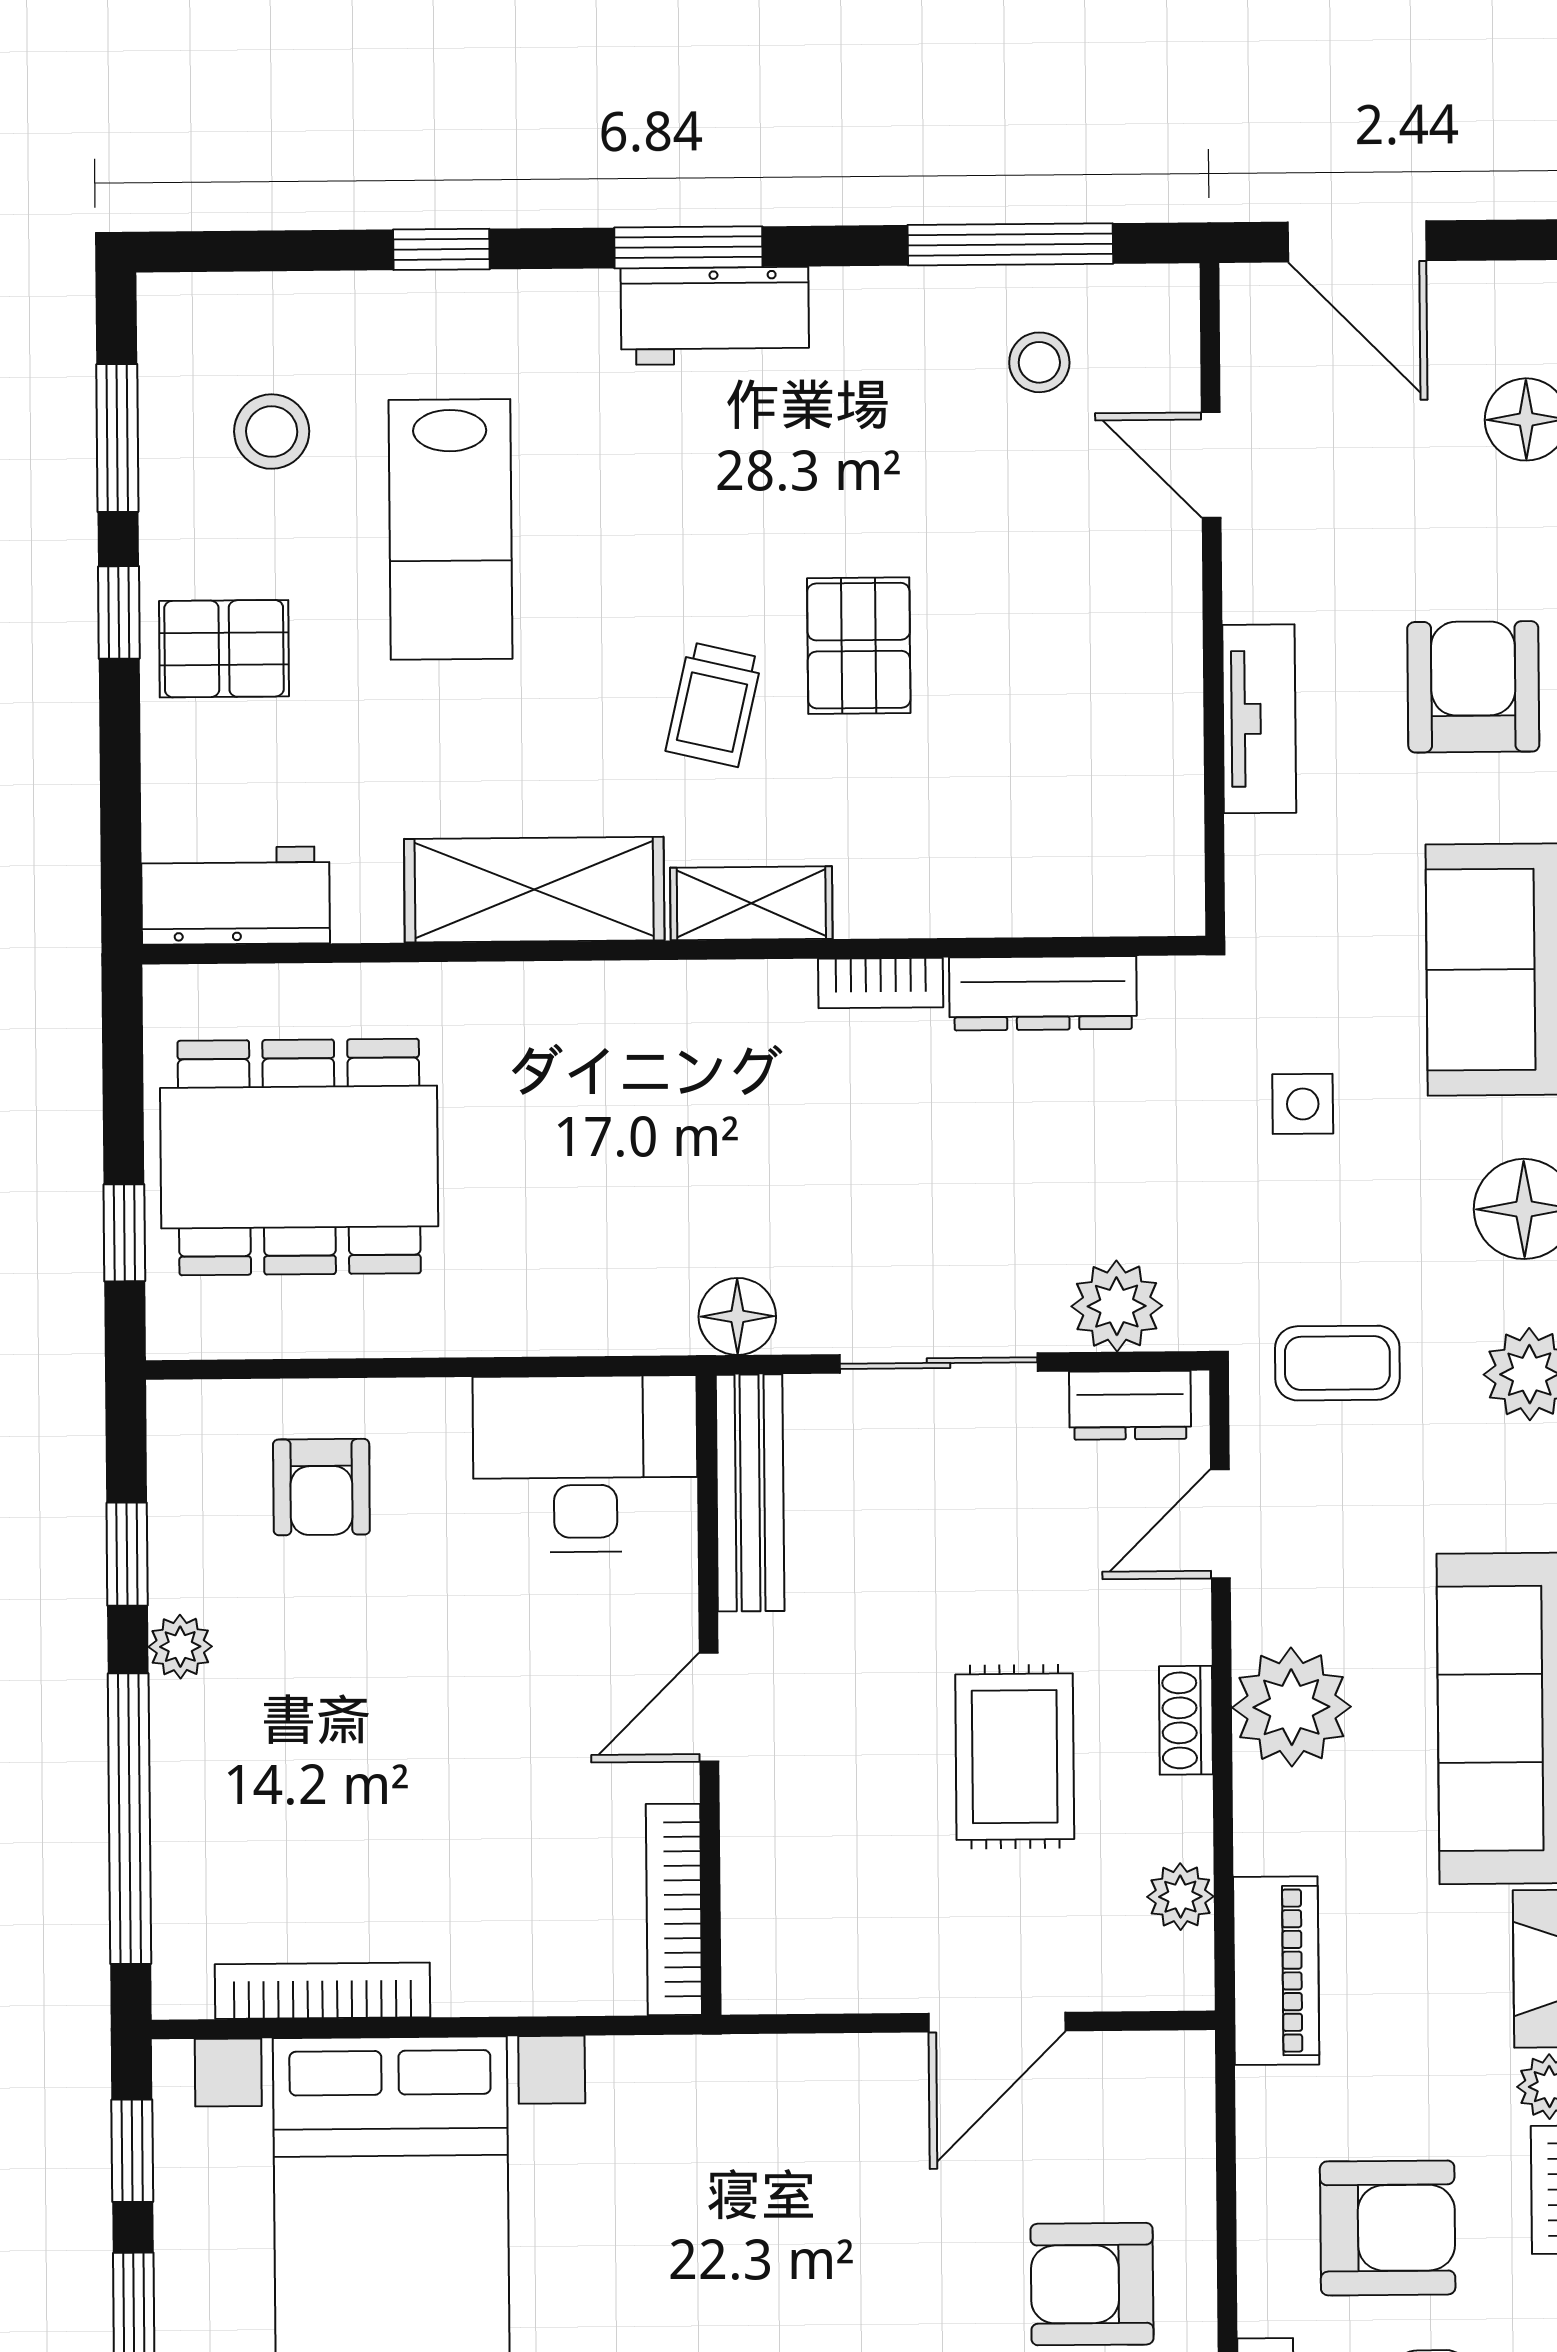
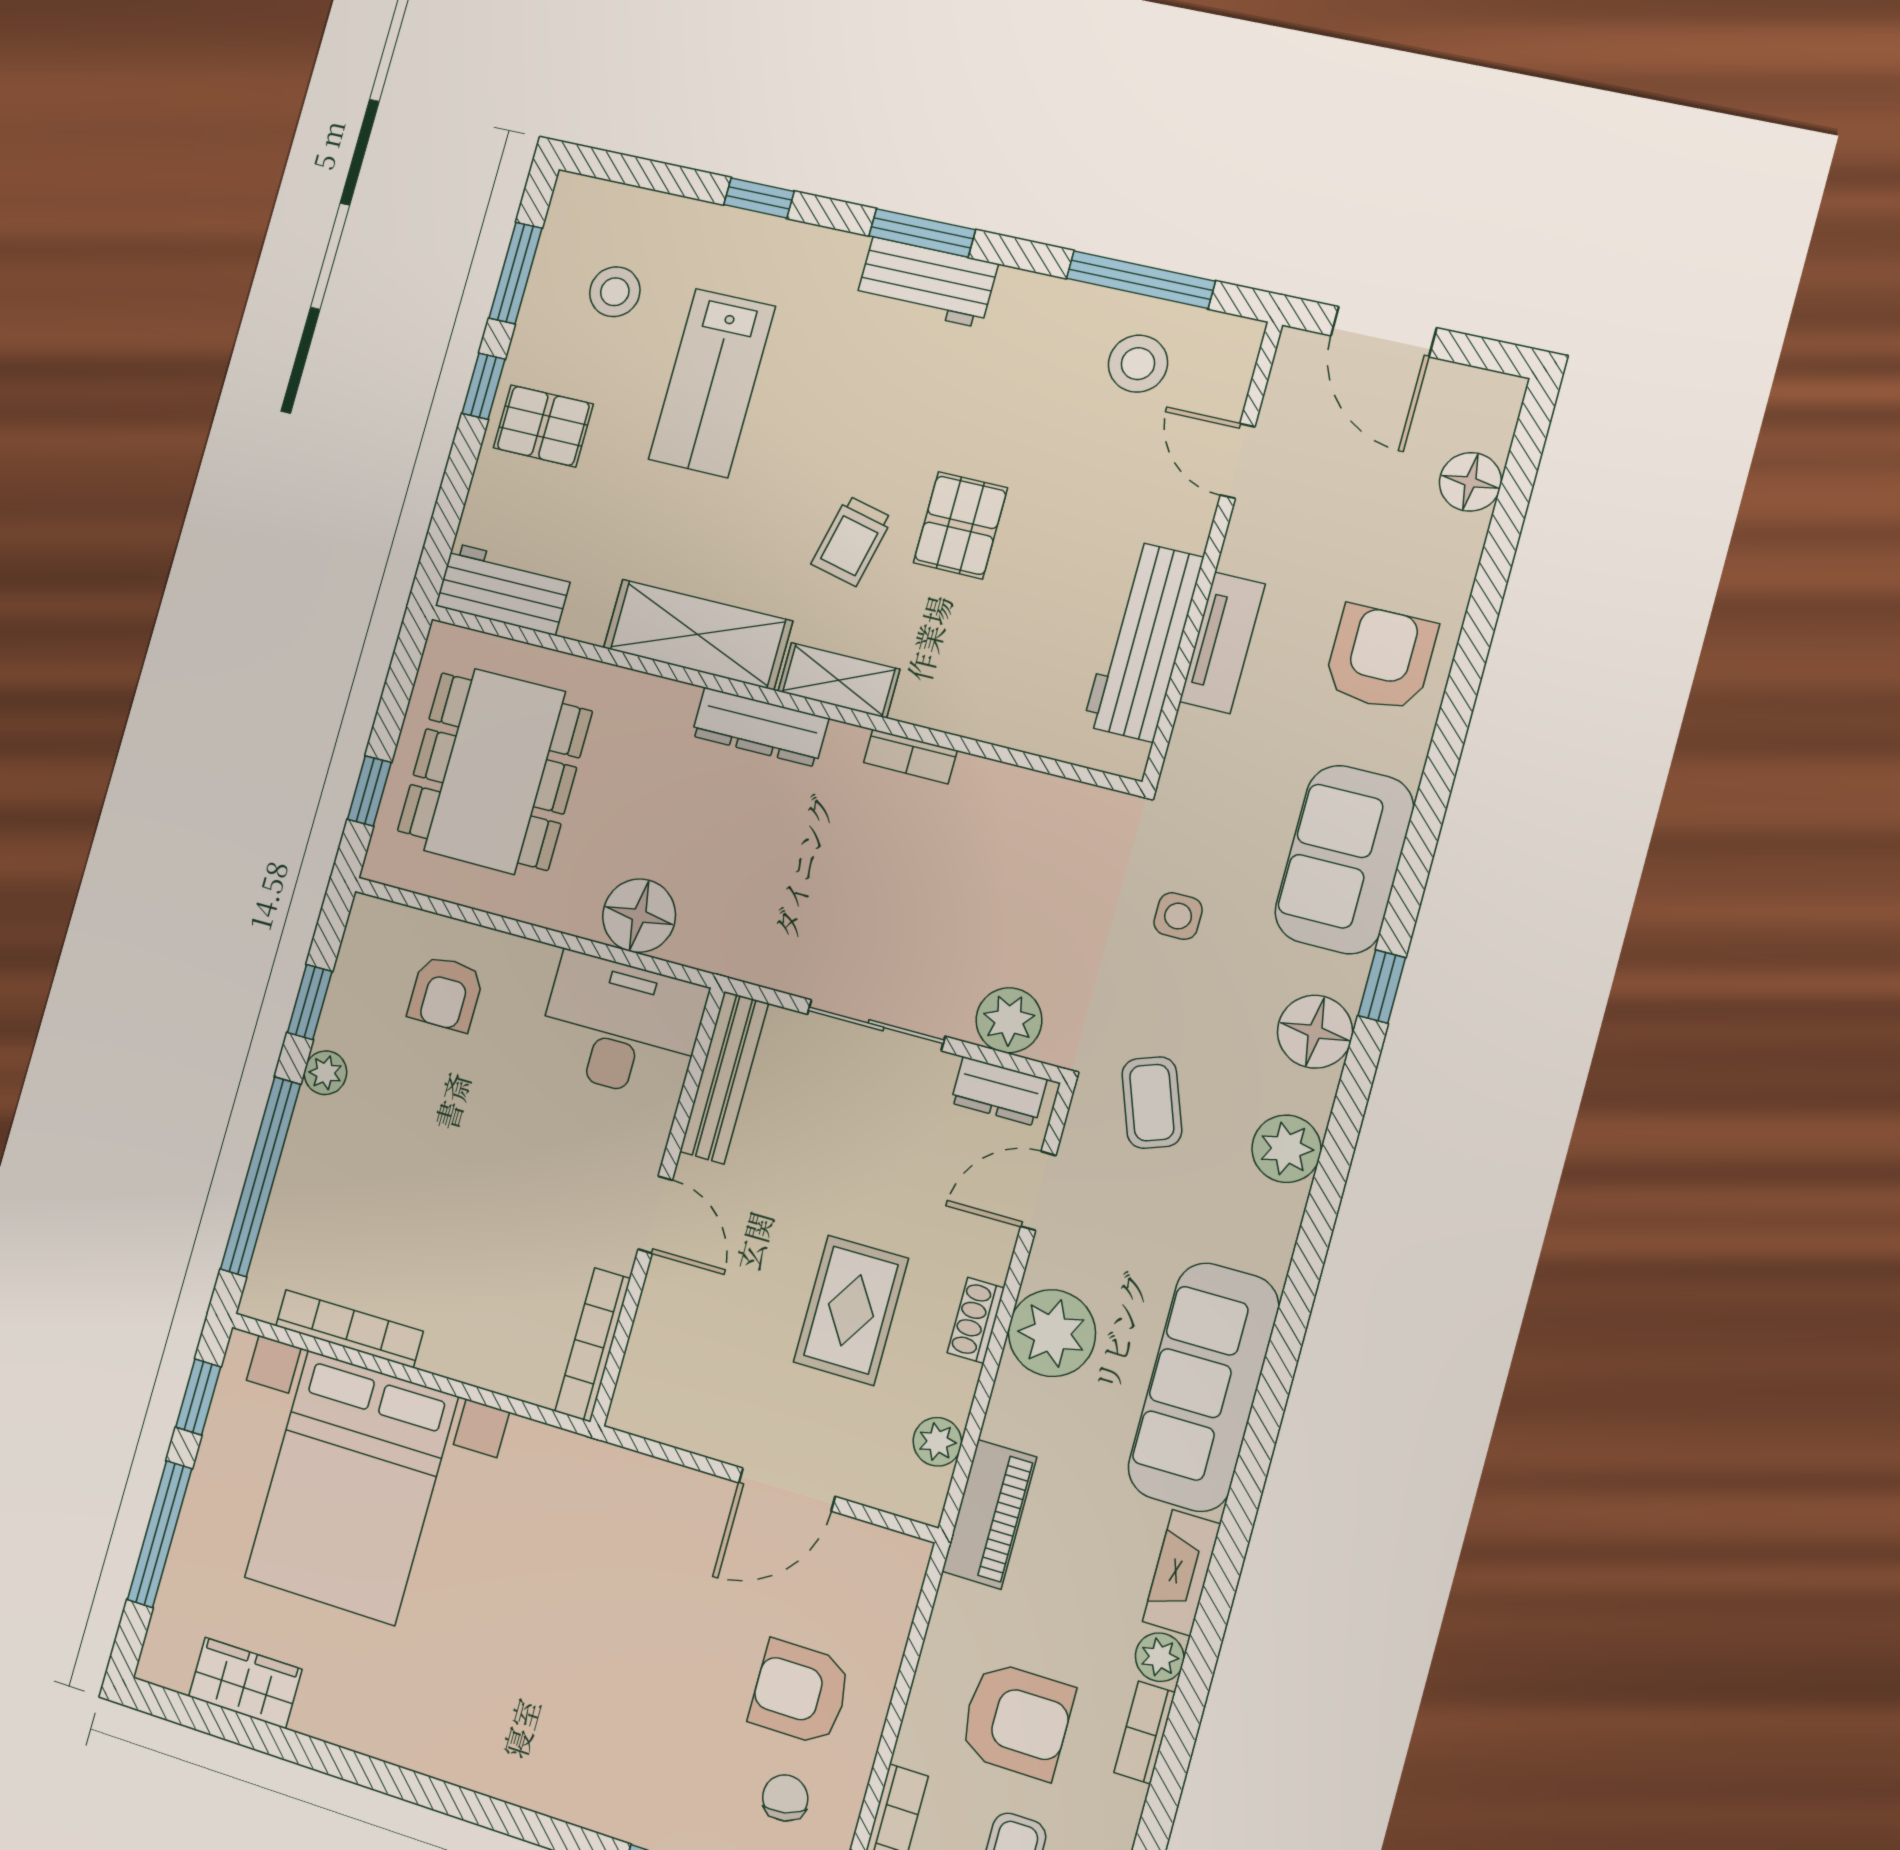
stool: (1039, 362) -> (1138, 364), width x1.37, depth x1.37
workbench: (1153, 744) -> (1143, 641), added
dresser: (1043, 993) -> (760, 727), moved
dining table: (299, 1157) -> (495, 771), turned 90
floor lamp: (737, 1316) -> (639, 916), moved, width x1.38, depth x1.38
coffee table: (1337, 1363) -> (1152, 1103), turned 70
door: (709, 1707) -> (655, 1215), swing flipped

